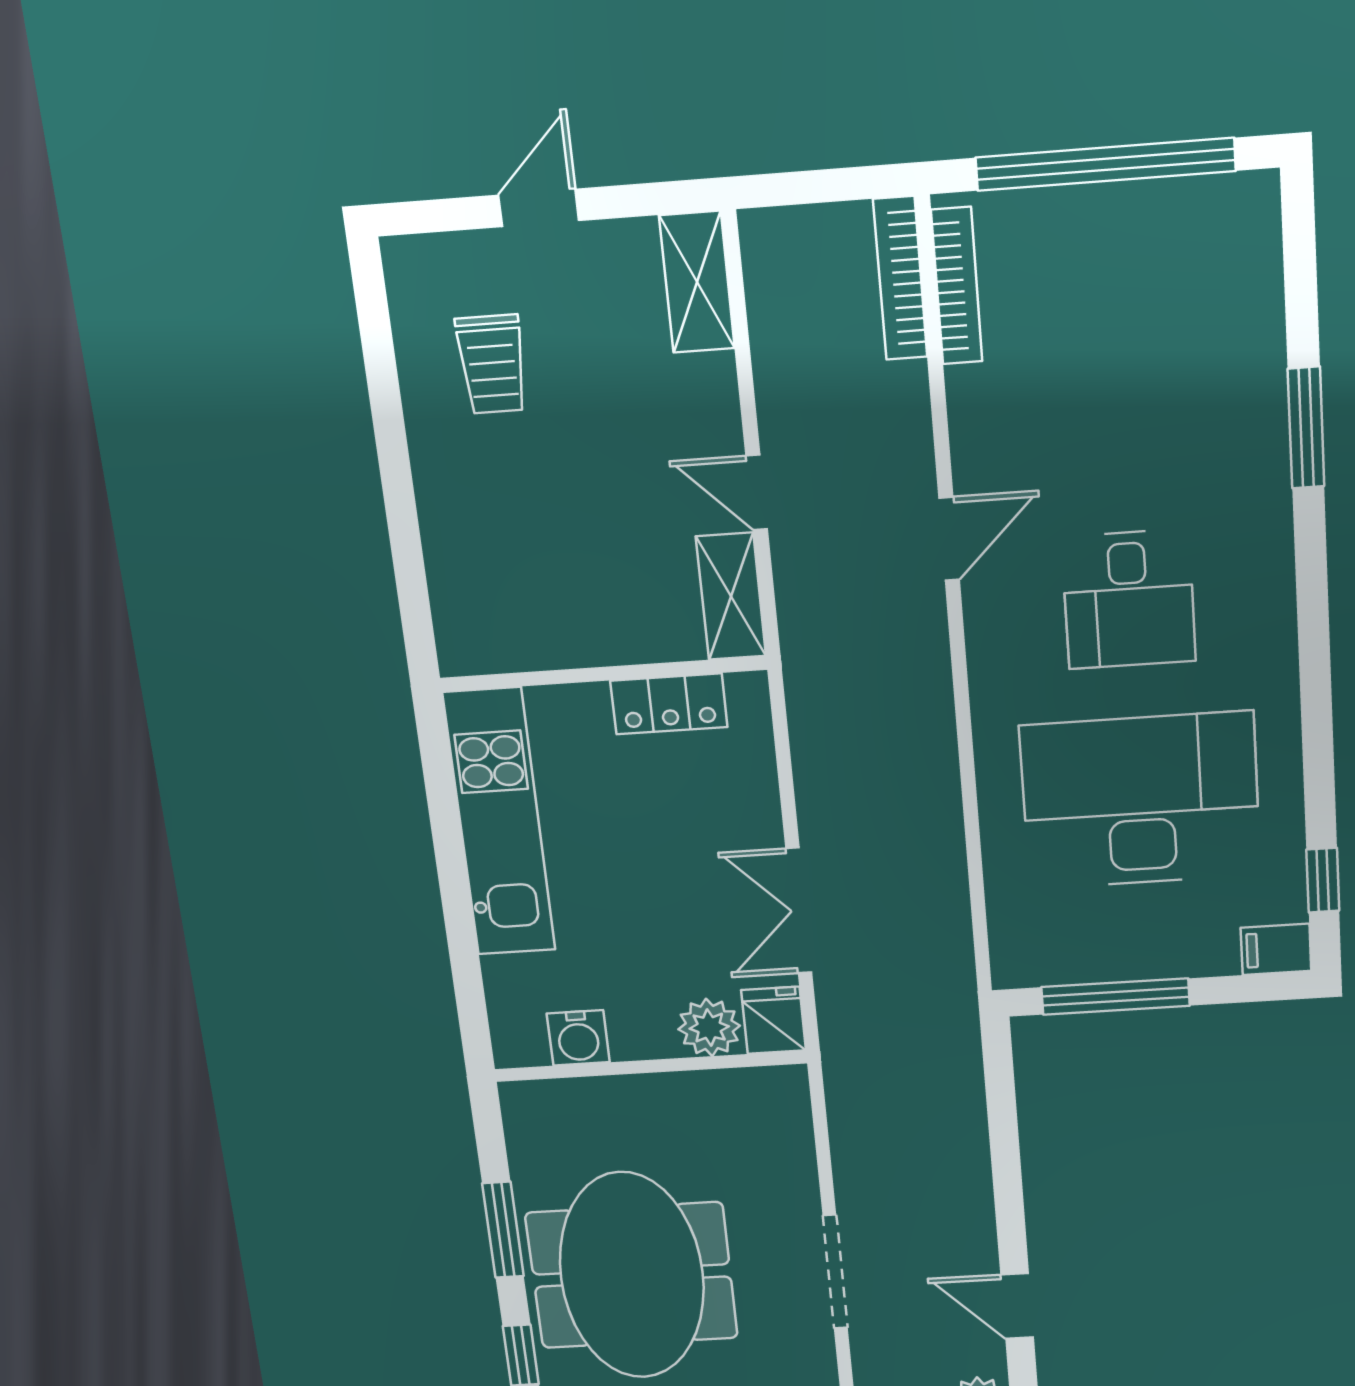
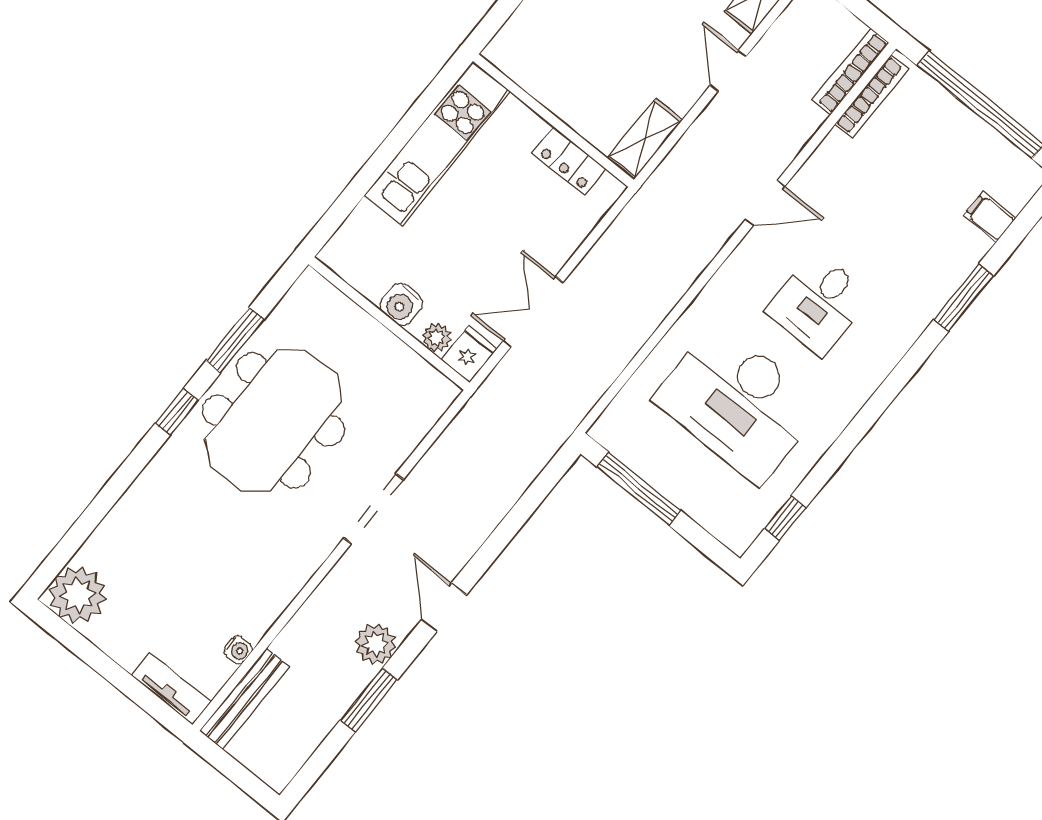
door: (757, 493) -> (728, 71), moved
desk: (1140, 800) -> (738, 403), turned 180
filing cabinet: (1276, 949) -> (990, 217), moved
plant: (709, 1027) -> (436, 338), width x0.73, depth x0.73
water cooler: (578, 1038) -> (401, 304), moved

